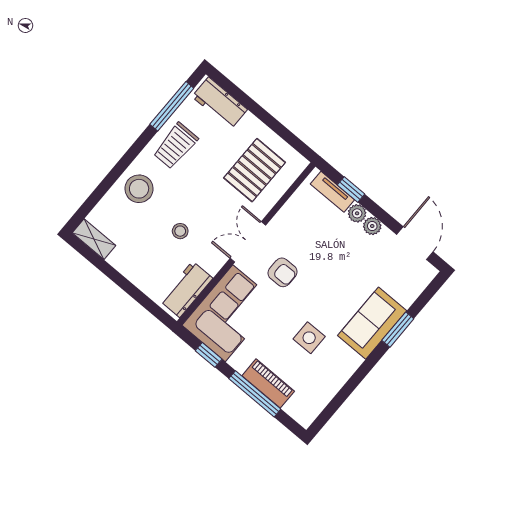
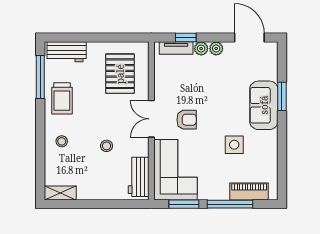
stool: (139, 189) -> (62, 141), width x0.53, depth x0.53
window: (209, 355) -> (184, 204), width x1.50
piano: (268, 383) -> (249, 192), moved

